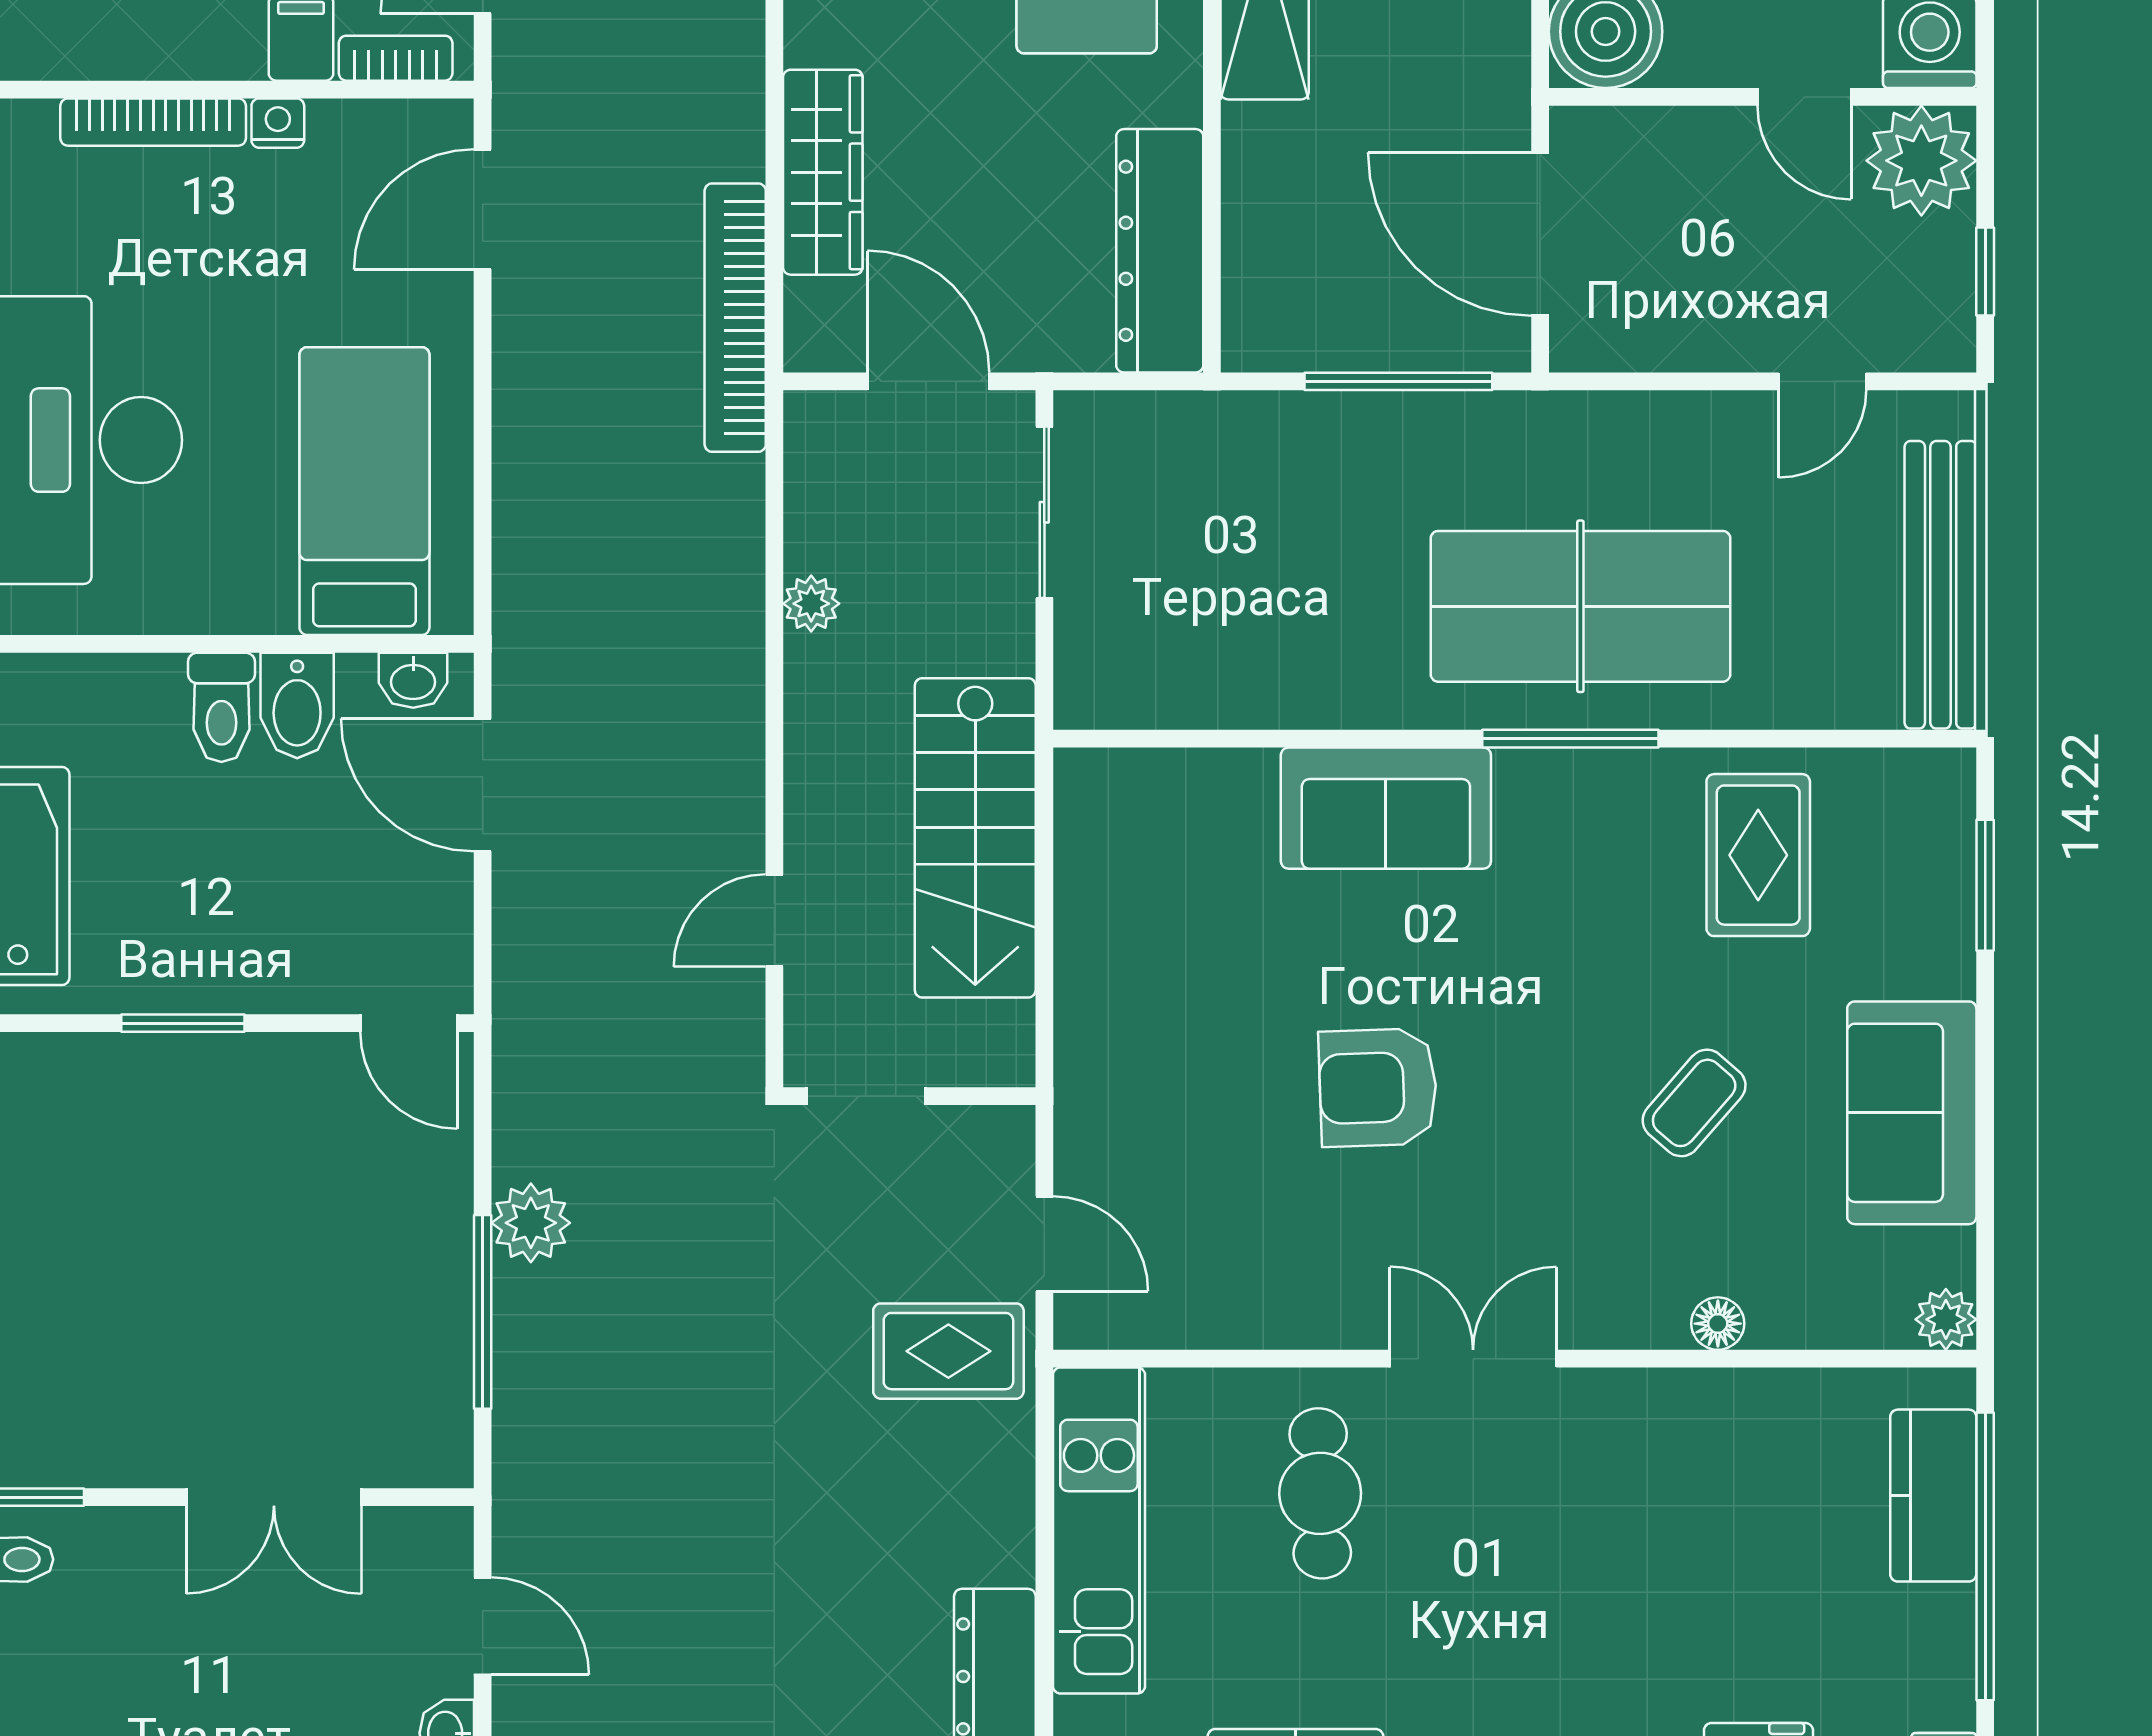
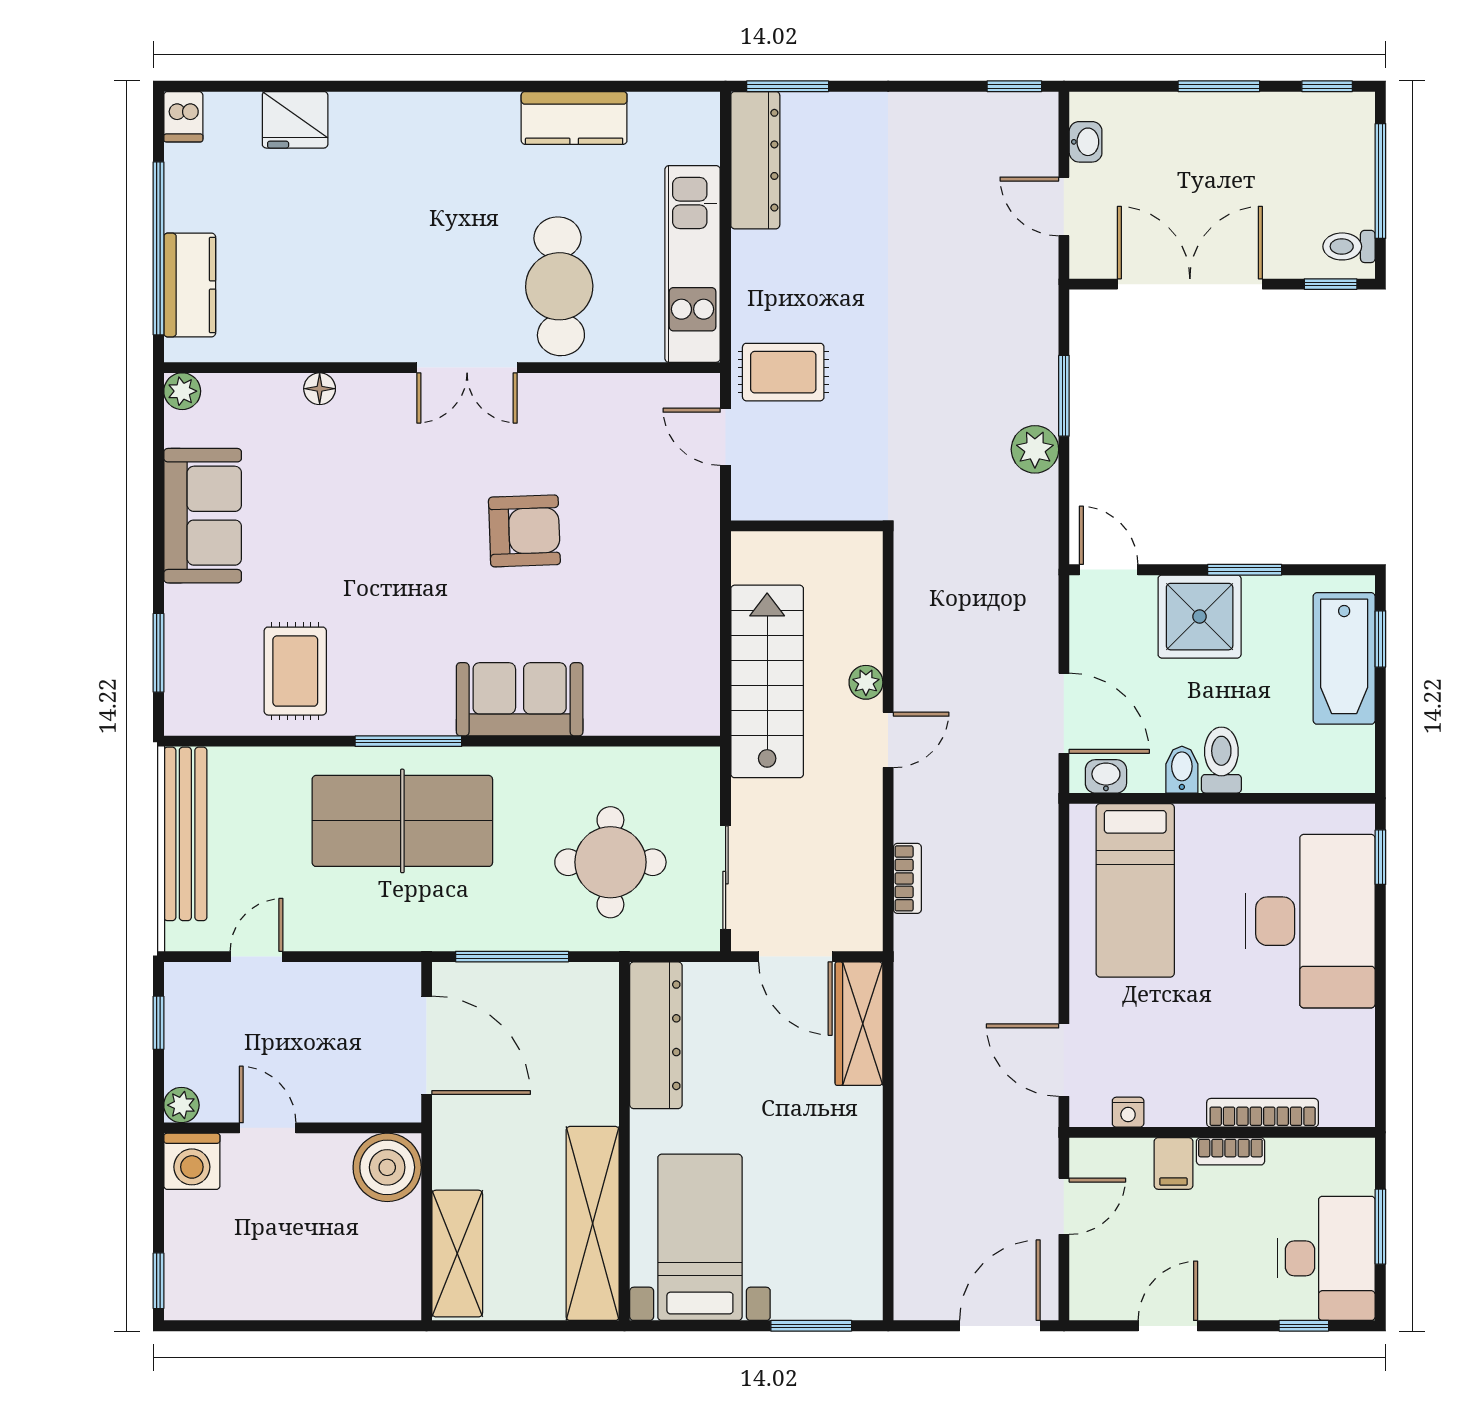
bookcase: (396, 58) -> (1230, 1151), moved
nightstand: (278, 123) -> (1128, 1112), moved
plant: (1921, 161) -> (181, 1105), width x0.53, depth x0.53
wardrobe: (823, 172) -> (859, 1024), moved
door: (483, 209) -> (1064, 1060), swing flipped
bookcase: (735, 318) -> (907, 878), moved, width x0.43, depth x0.76
round table: (1235, 538) -> (610, 862), added
plant: (811, 604) -> (866, 682), moved
bidet: (297, 705) -> (1182, 770), width x0.72, depth x0.74
door: (774, 920) -> (888, 740), moved
shower: (258, 945) -> (1200, 617), added
doorway: (866, 1096) -> (833, 526), removed
coffee table: (1694, 1103) -> (334, 522), removed
window: (483, 1312) -> (1064, 396), width x0.69
cafe table: (1320, 1493) -> (559, 286), width x1.37, depth x1.35
double door: (274, 1497) -> (1190, 284), width x1.37

